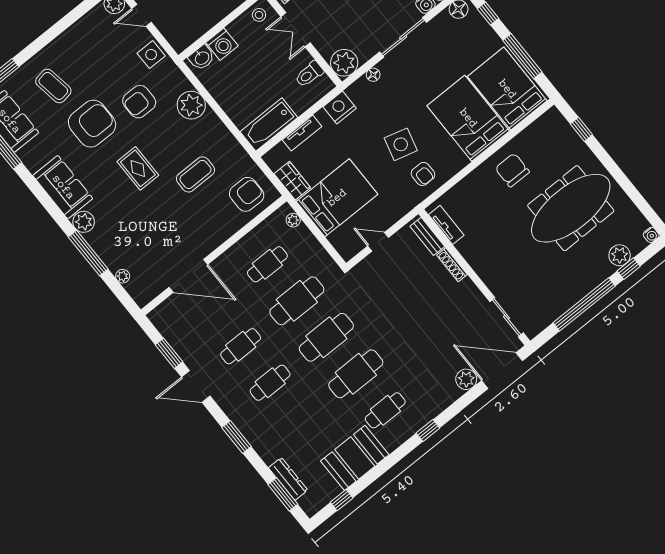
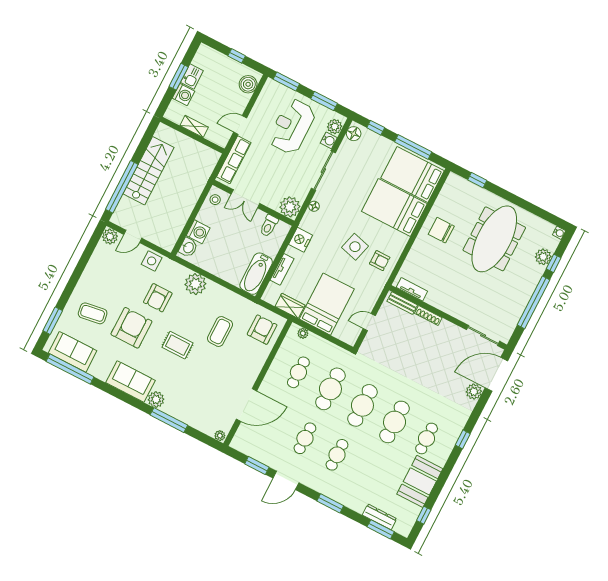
plant: (123, 276) -> (220, 436), moved

